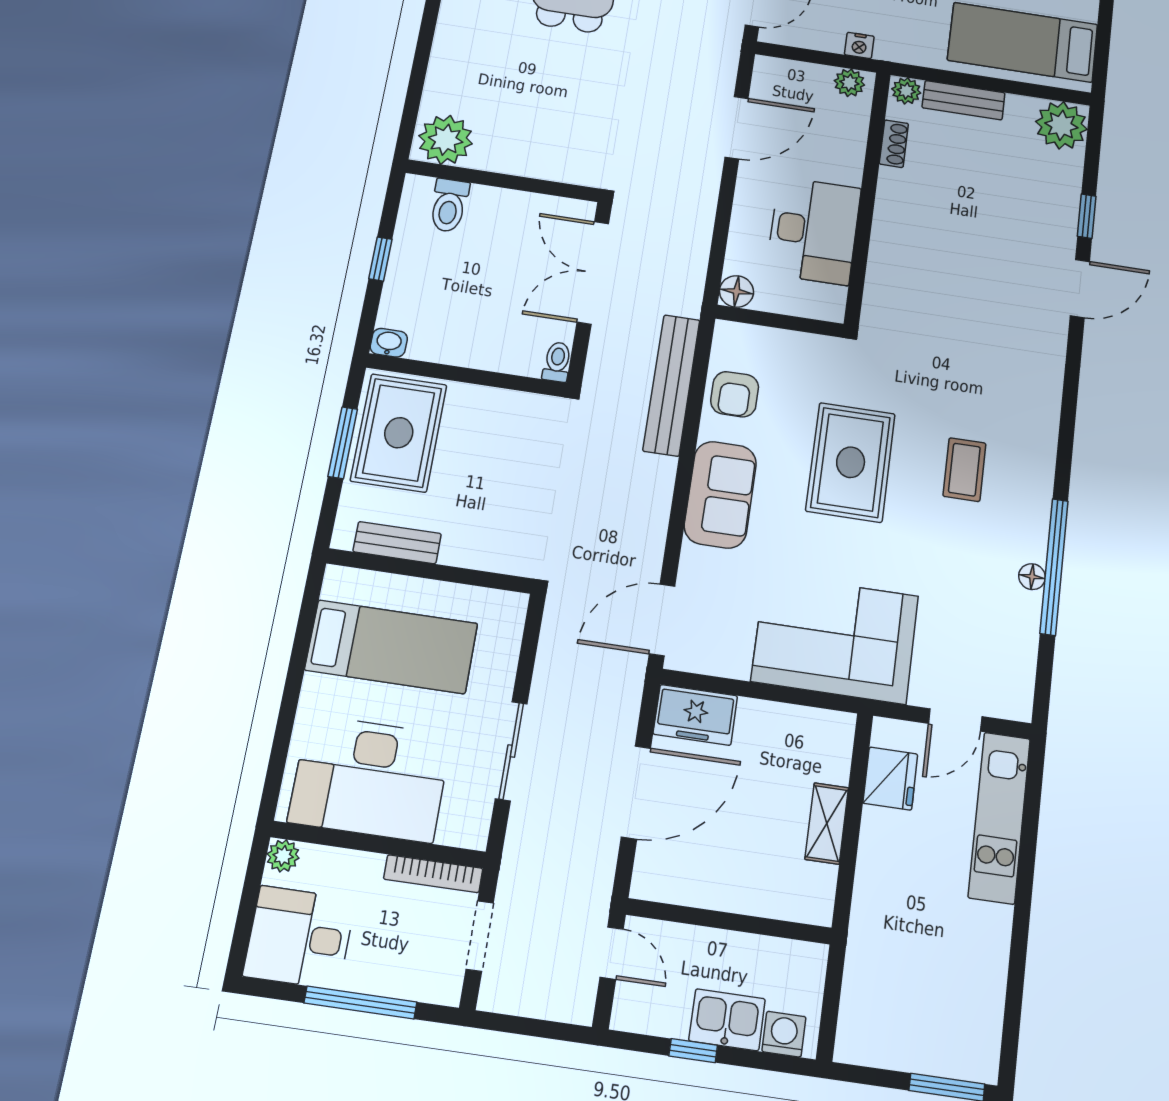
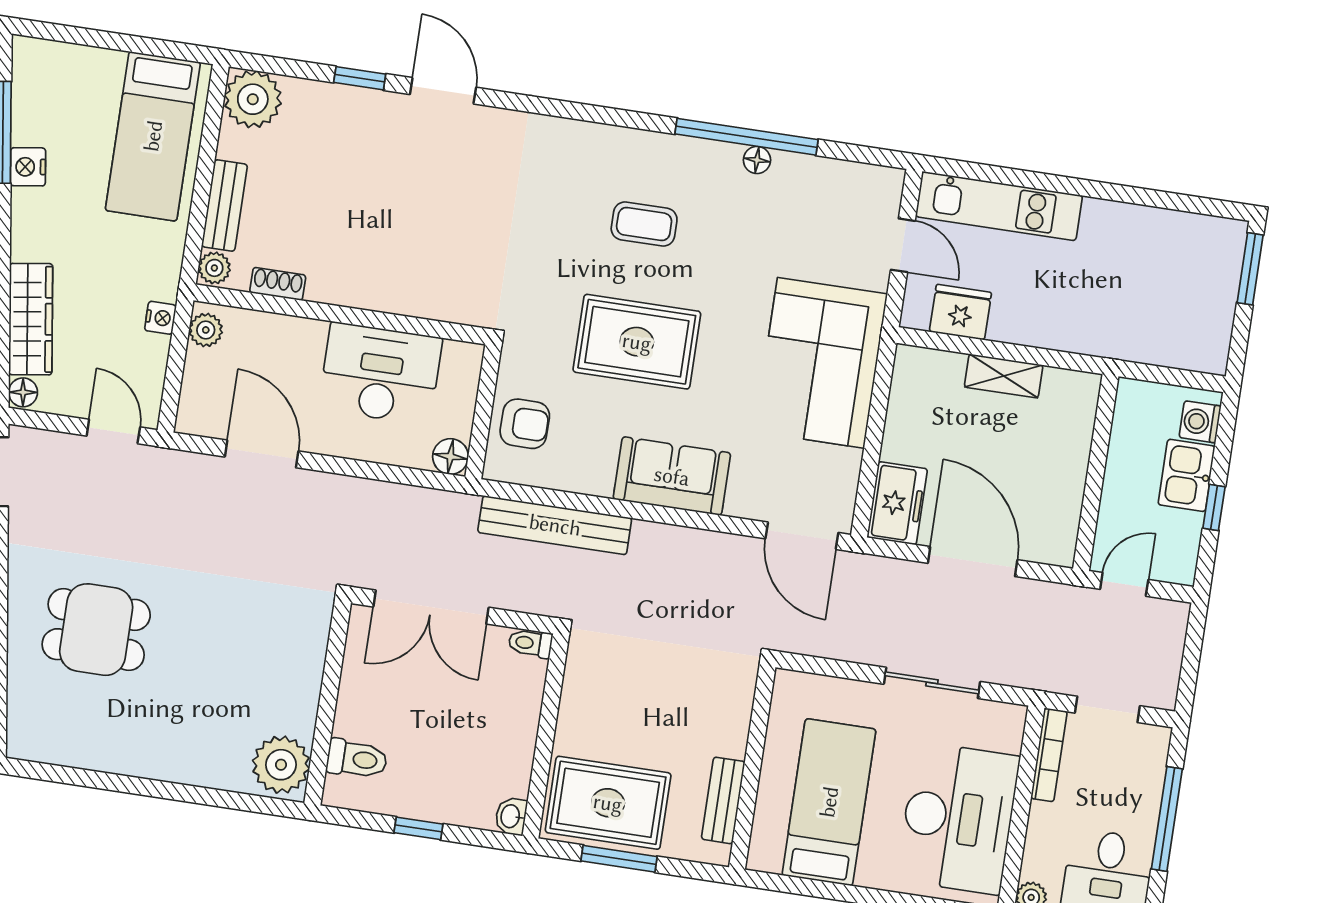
armchair: (735, 394) -> (525, 424), moved

